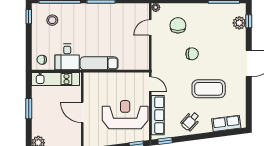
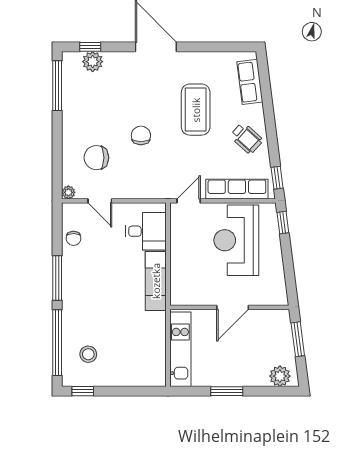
desk: (67, 57) -> (146, 231), moved
chair: (42, 60) -> (74, 238), moved

